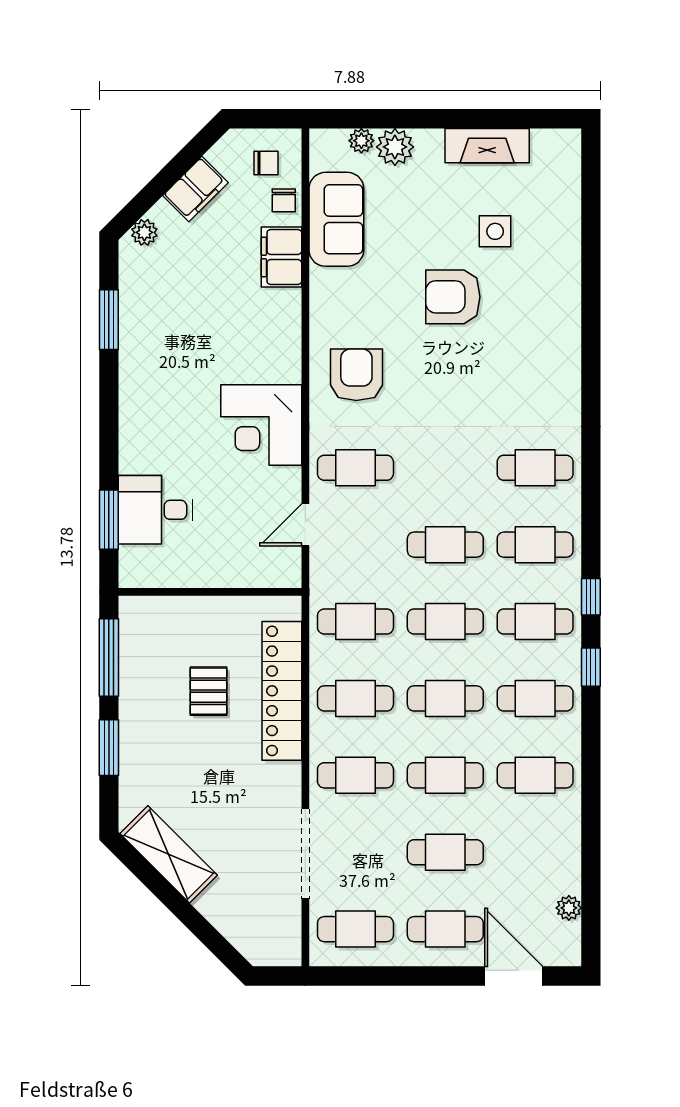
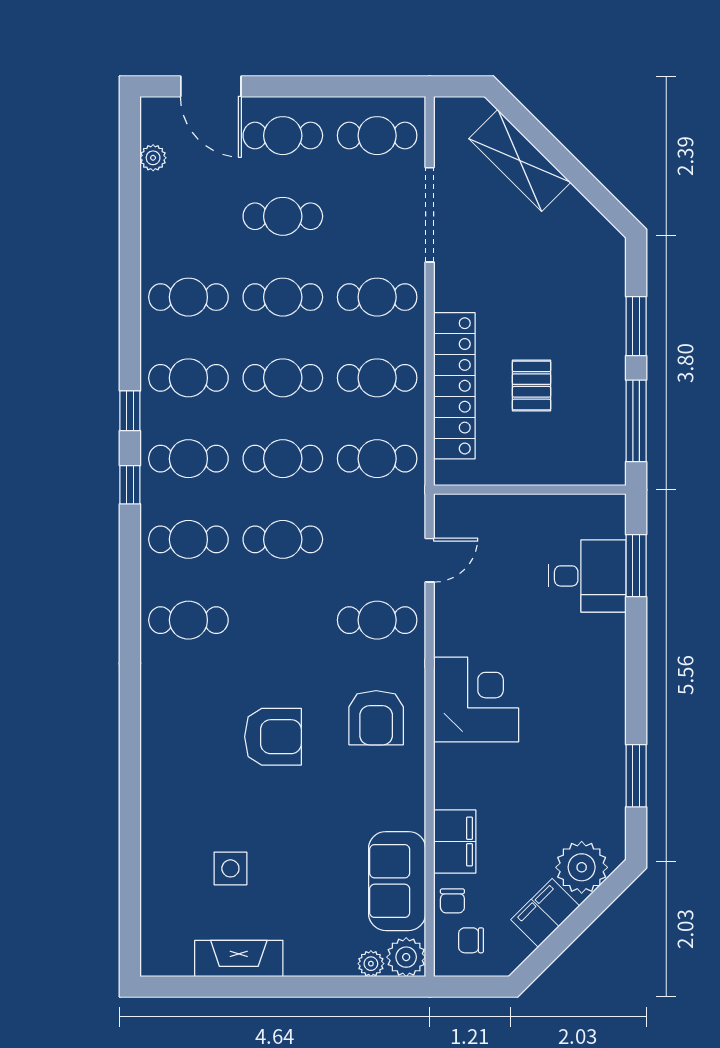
plant: (395, 147) -> (406, 957), moved
chair: (284, 200) -> (452, 901), turned 180
plant: (144, 232) -> (582, 867), width x1.88, depth x1.88
armchair: (453, 297) -> (273, 737), moved
corner desk: (261, 425) -> (476, 699), moved
shelving: (169, 854) -> (520, 160), moved

